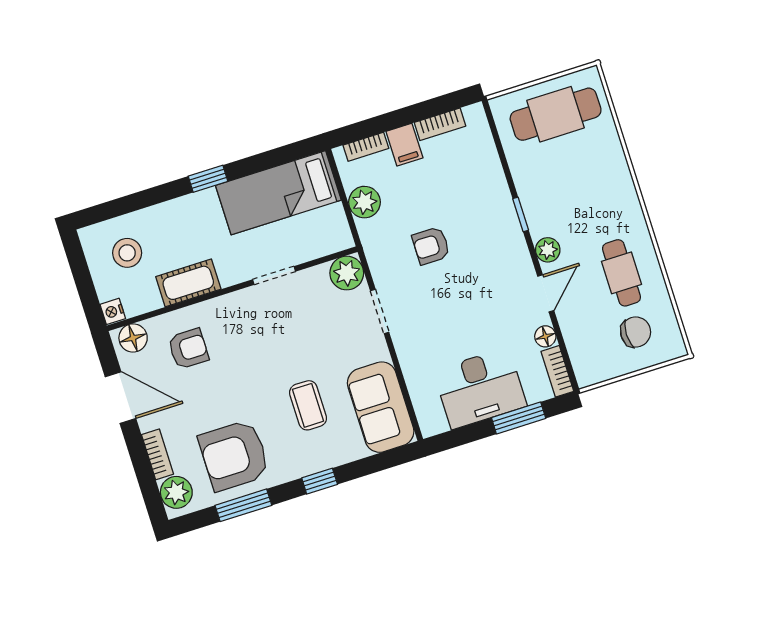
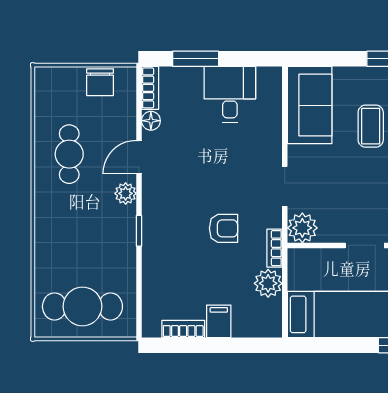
bookcase: (366, 147) -> (275, 248), moved, turned -90
chair: (636, 332) -> (100, 82), moved, turned -90
desk: (480, 388) -> (230, 94), width x0.73

